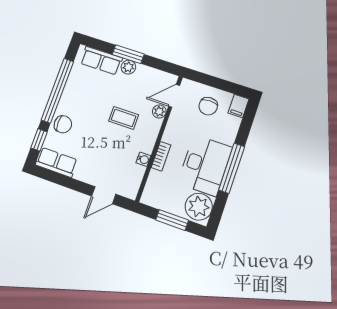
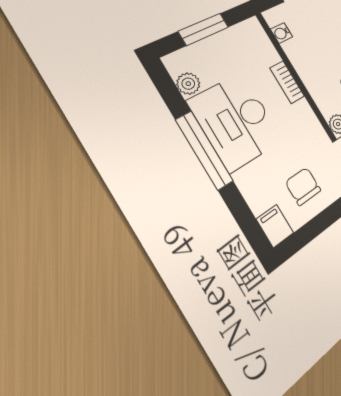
water cooler: (143, 159) -> (282, 33), moved
plant: (199, 207) -> (188, 84), width x0.53, depth x0.53

